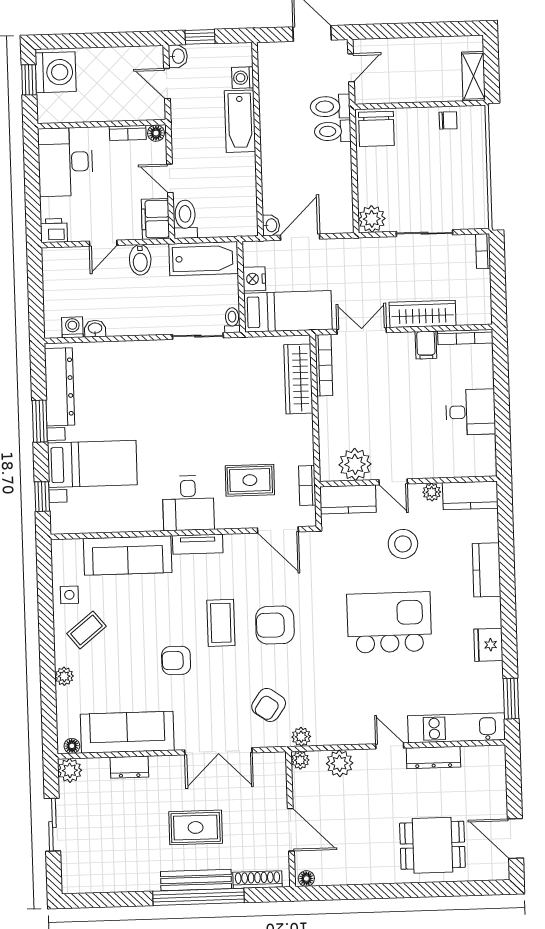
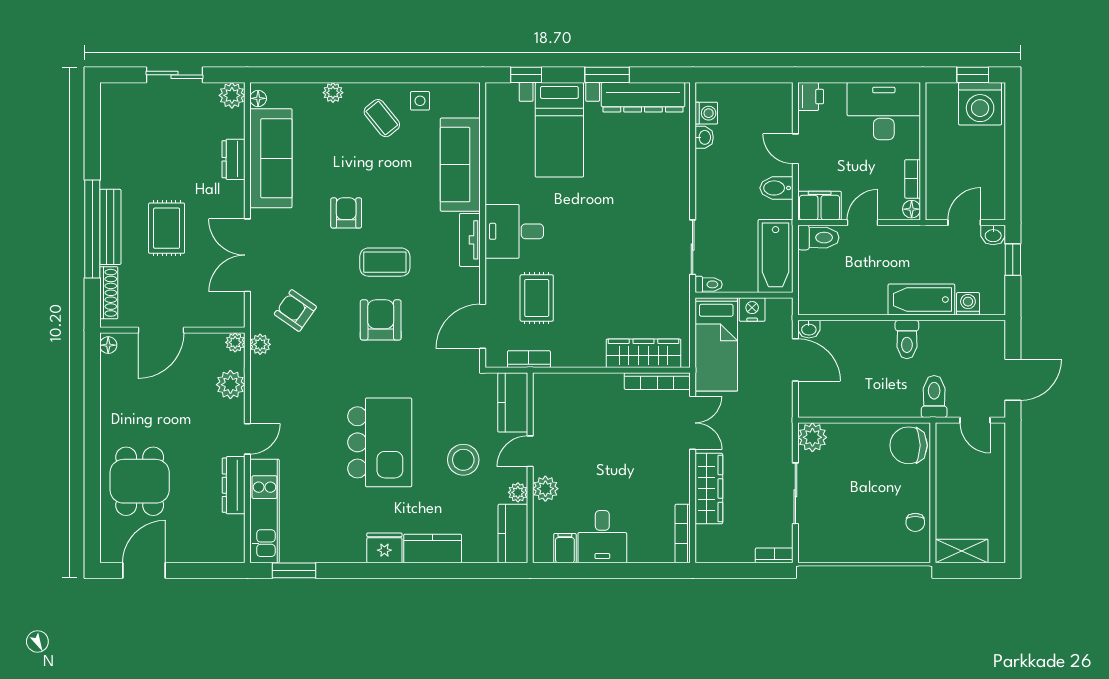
toilet: (333, 131) -> (907, 339), moved, turned 180
filing cabinet: (426, 345) -> (565, 548), moved, turned 90
plant: (355, 464) -> (545, 489), moved, width x0.73, depth x0.73
fridge: (488, 645) -> (384, 548), moved

